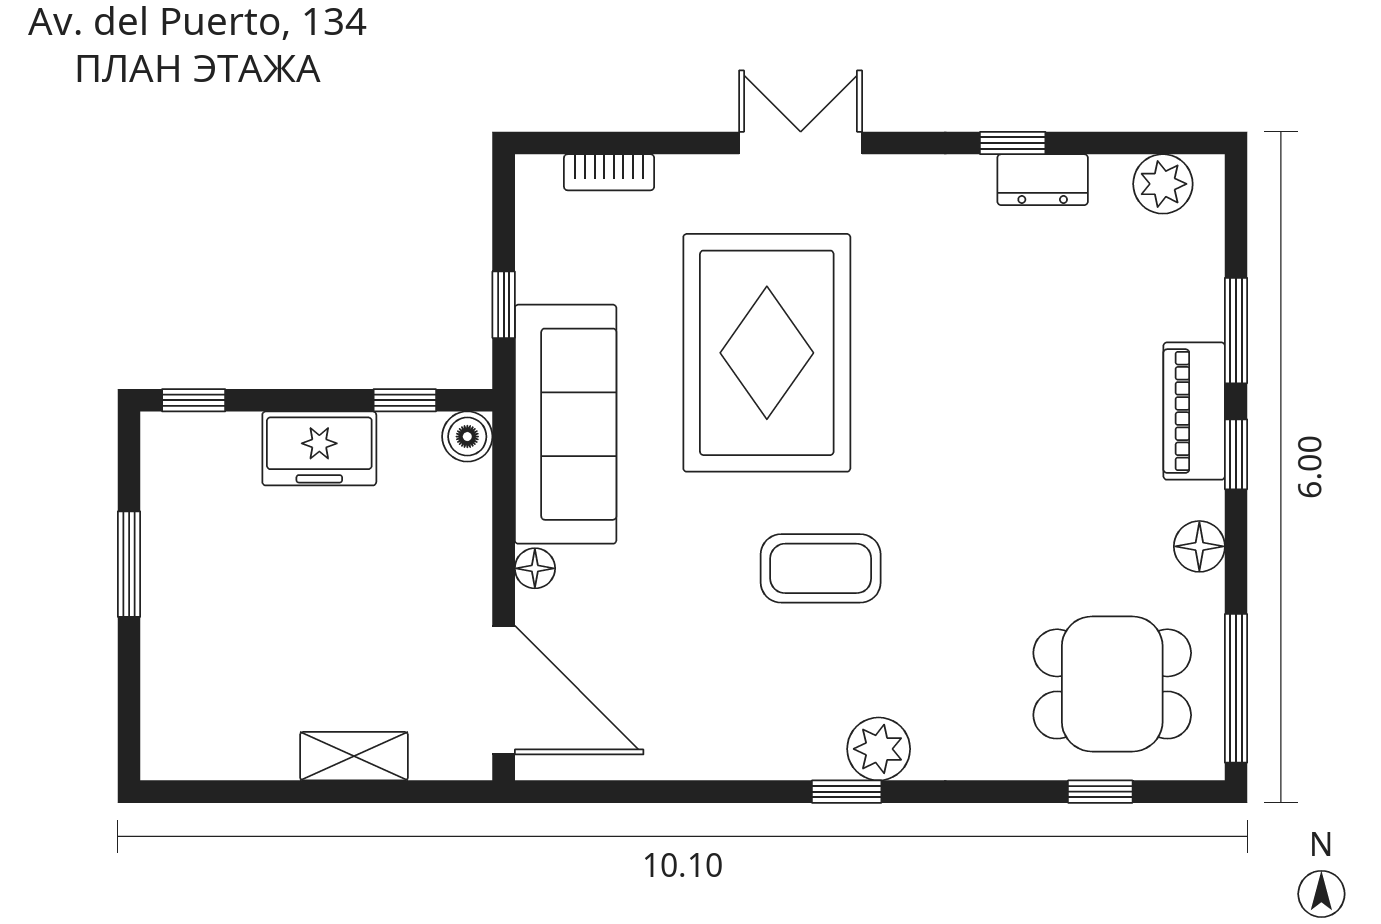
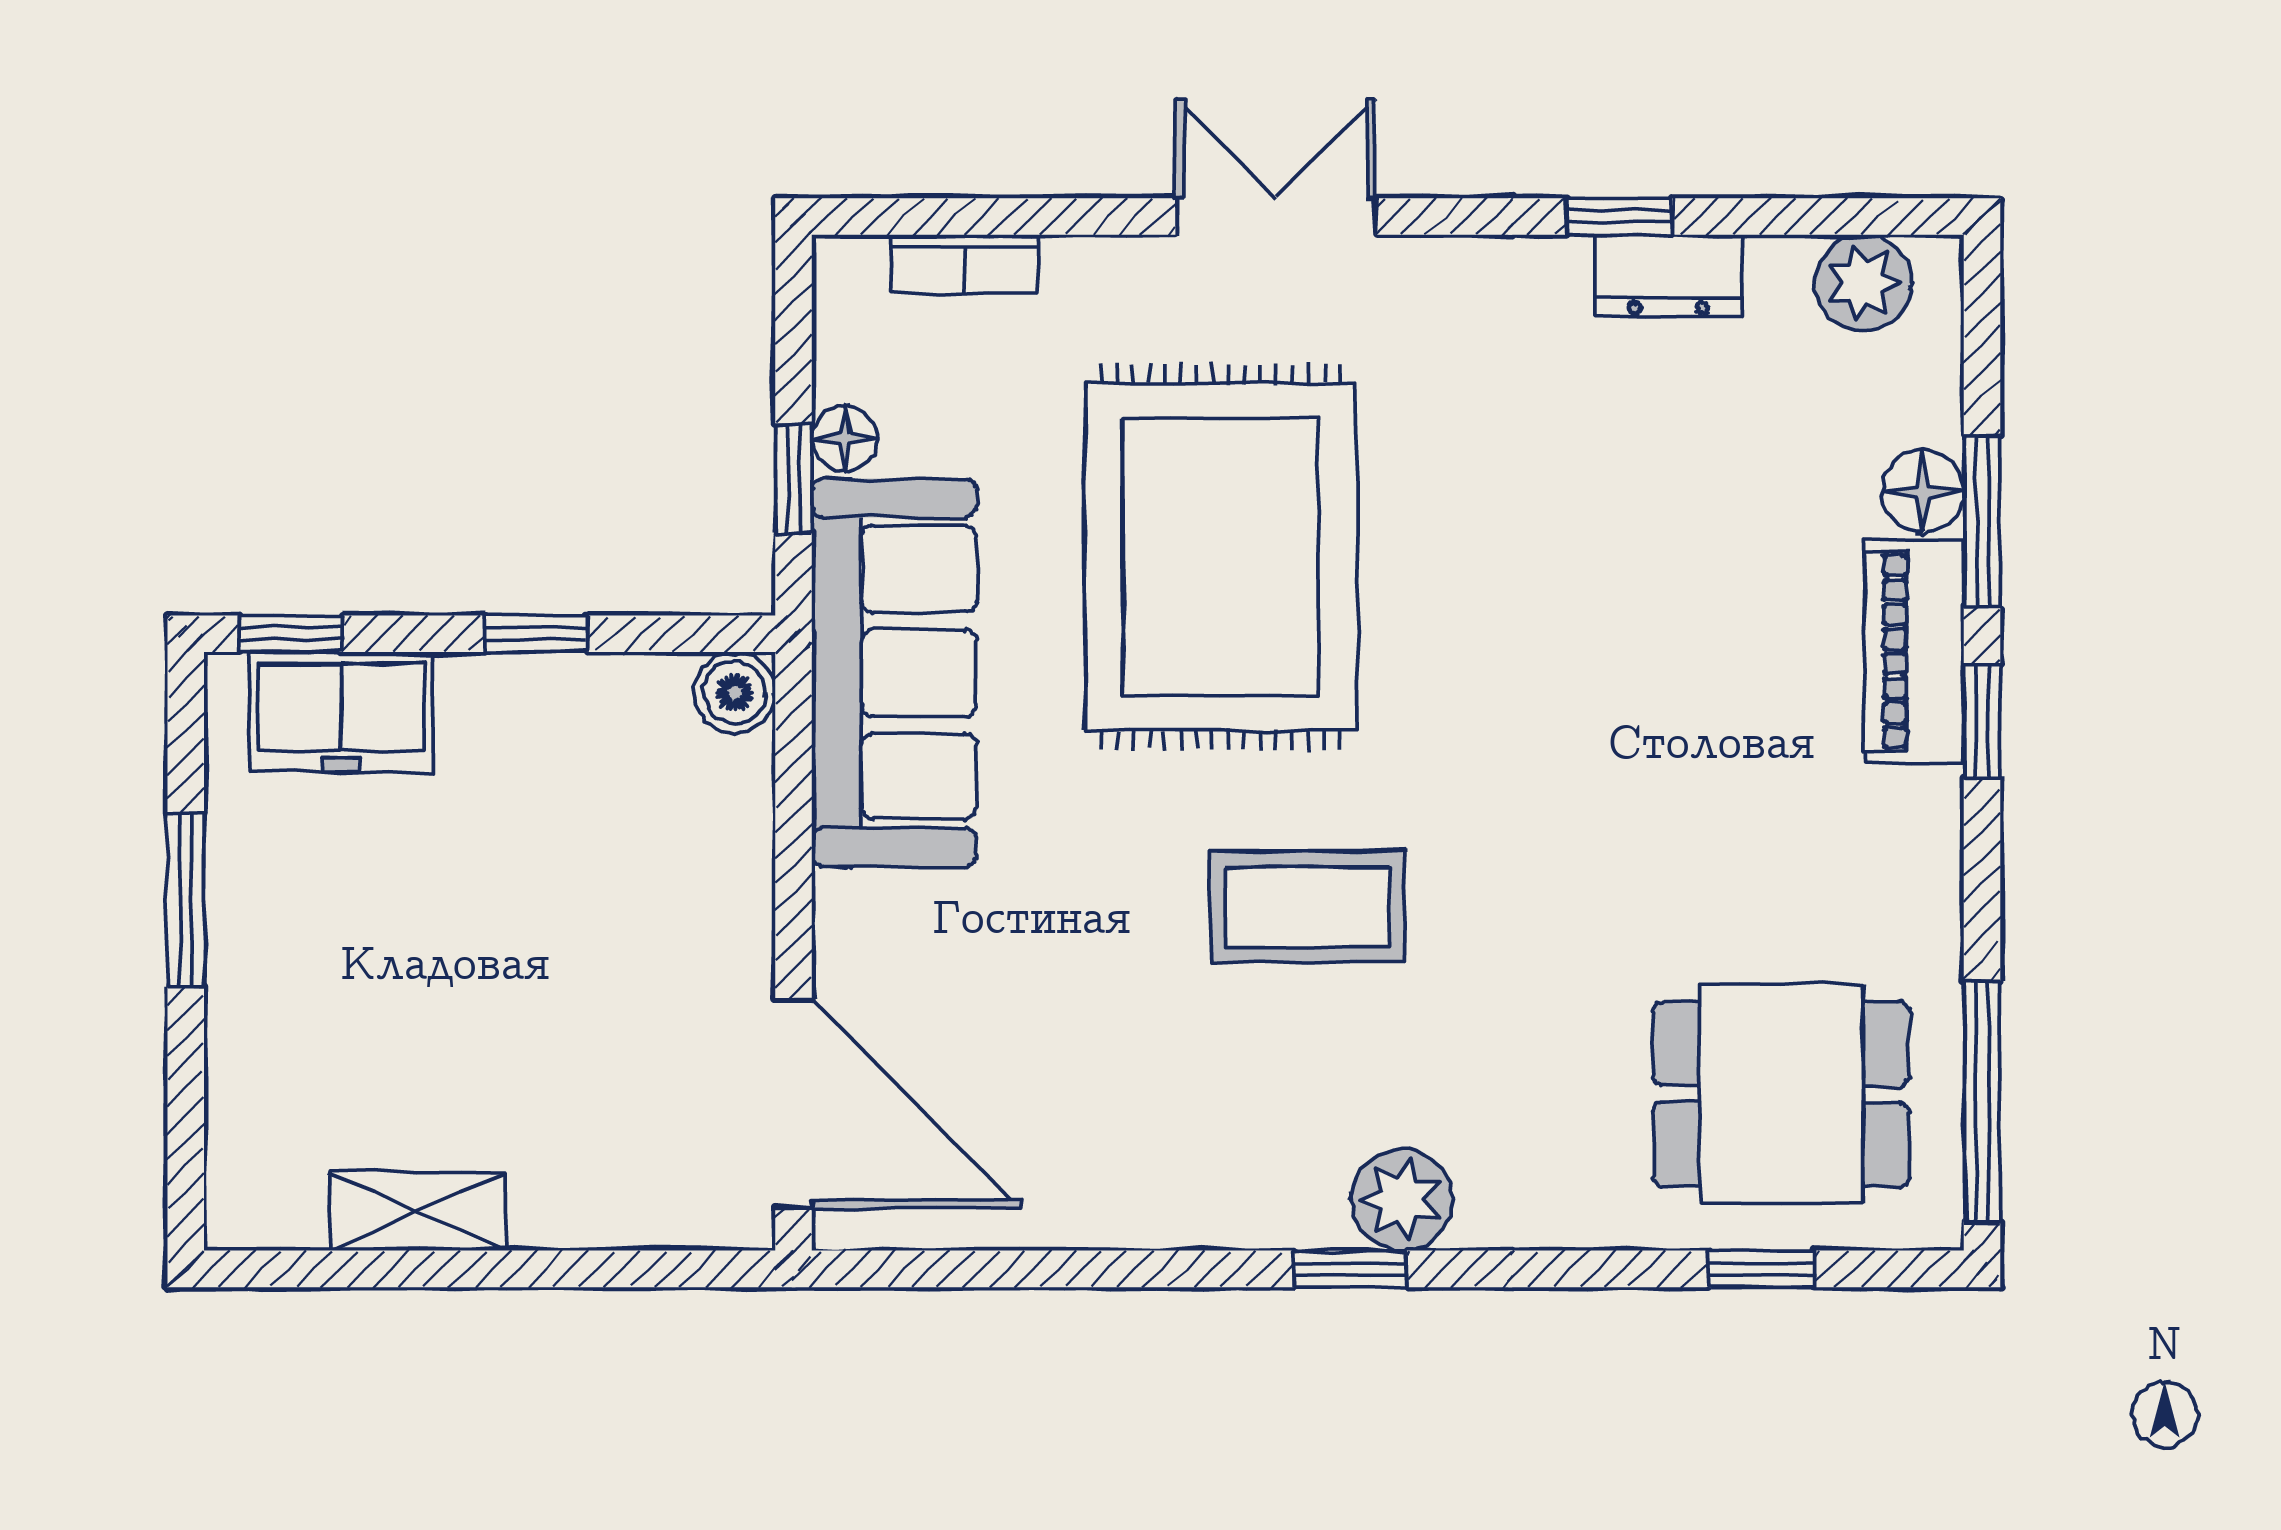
window: (405, 400) -> (536, 634), moved
freezer: (319, 448) -> (341, 712), moved
floor lamp: (1199, 546) -> (1923, 491), moved
floor lamp: (535, 568) -> (844, 439), moved
shelving: (354, 756) -> (418, 1211), moved

